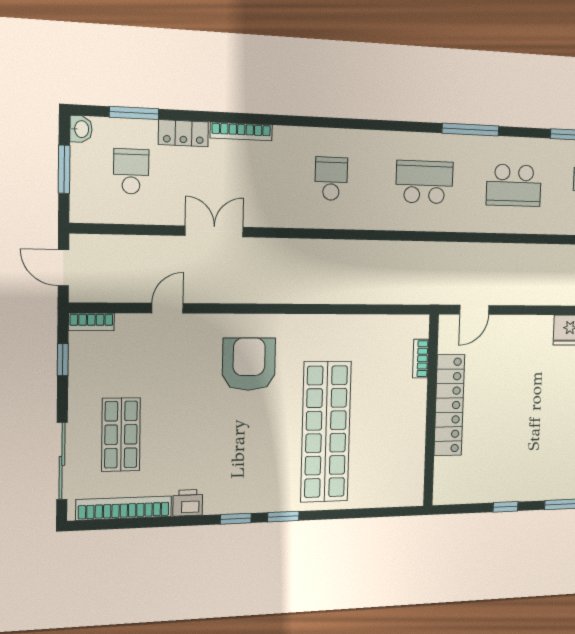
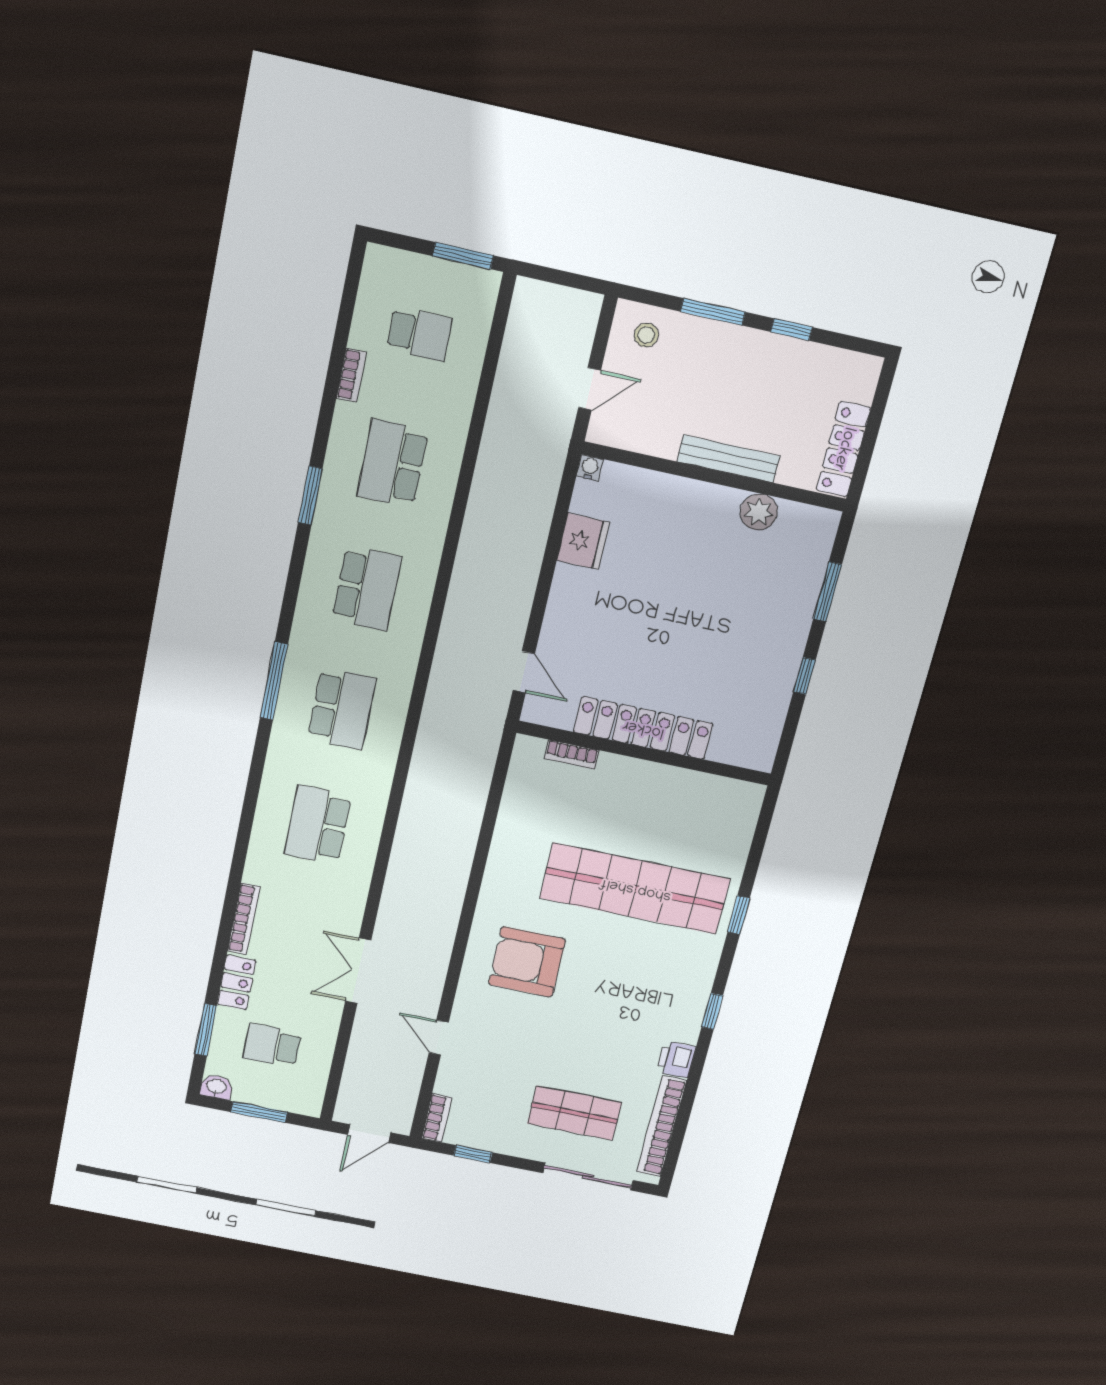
window: (471, 130) -> (274, 681), moved
school desk: (331, 179) -> (318, 825), width x1.85
school desk: (425, 182) -> (342, 709), turned 180
window: (283, 517) -> (739, 915), moved

